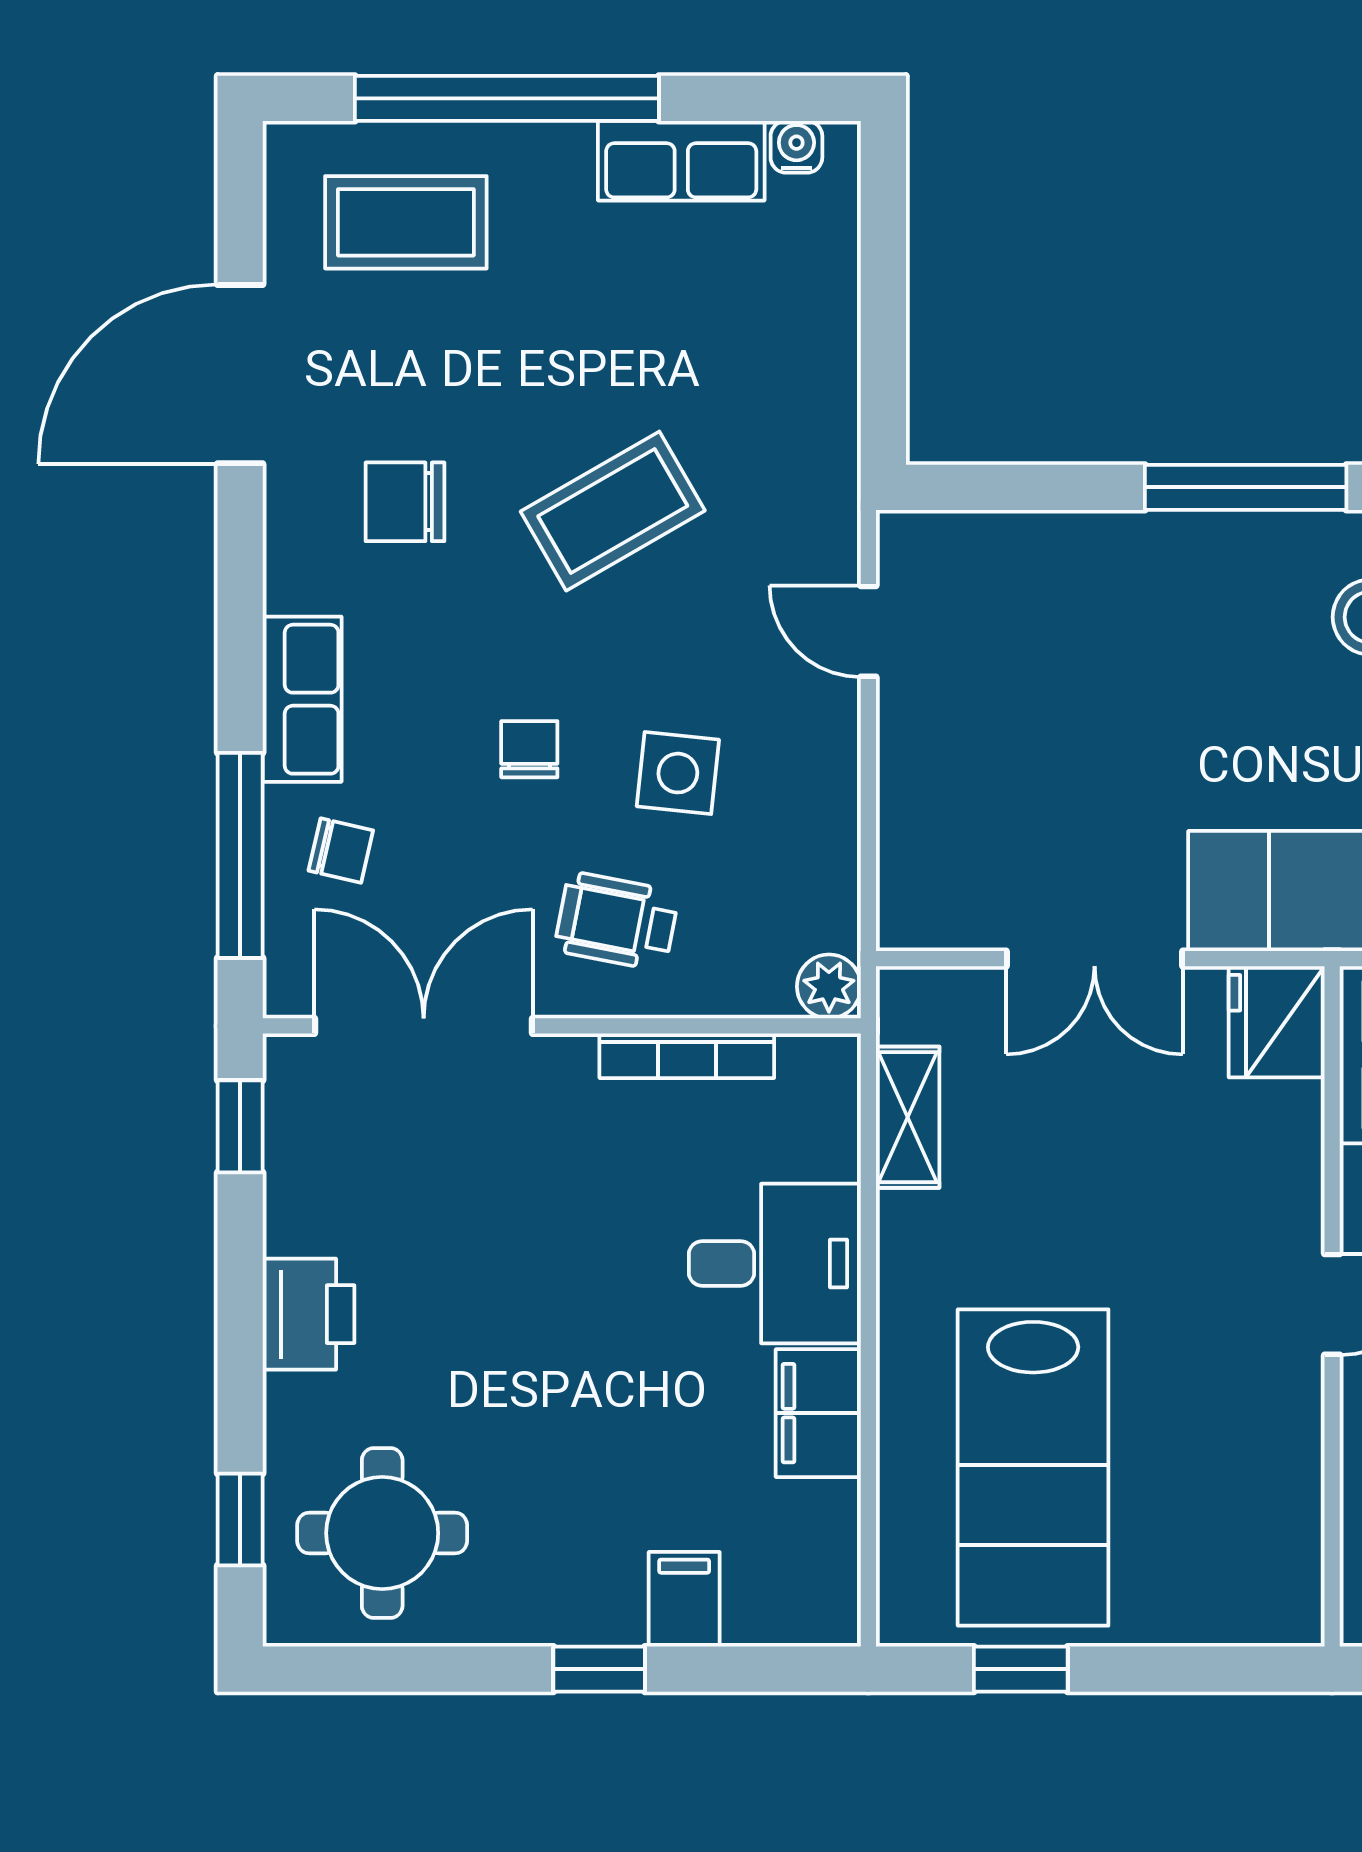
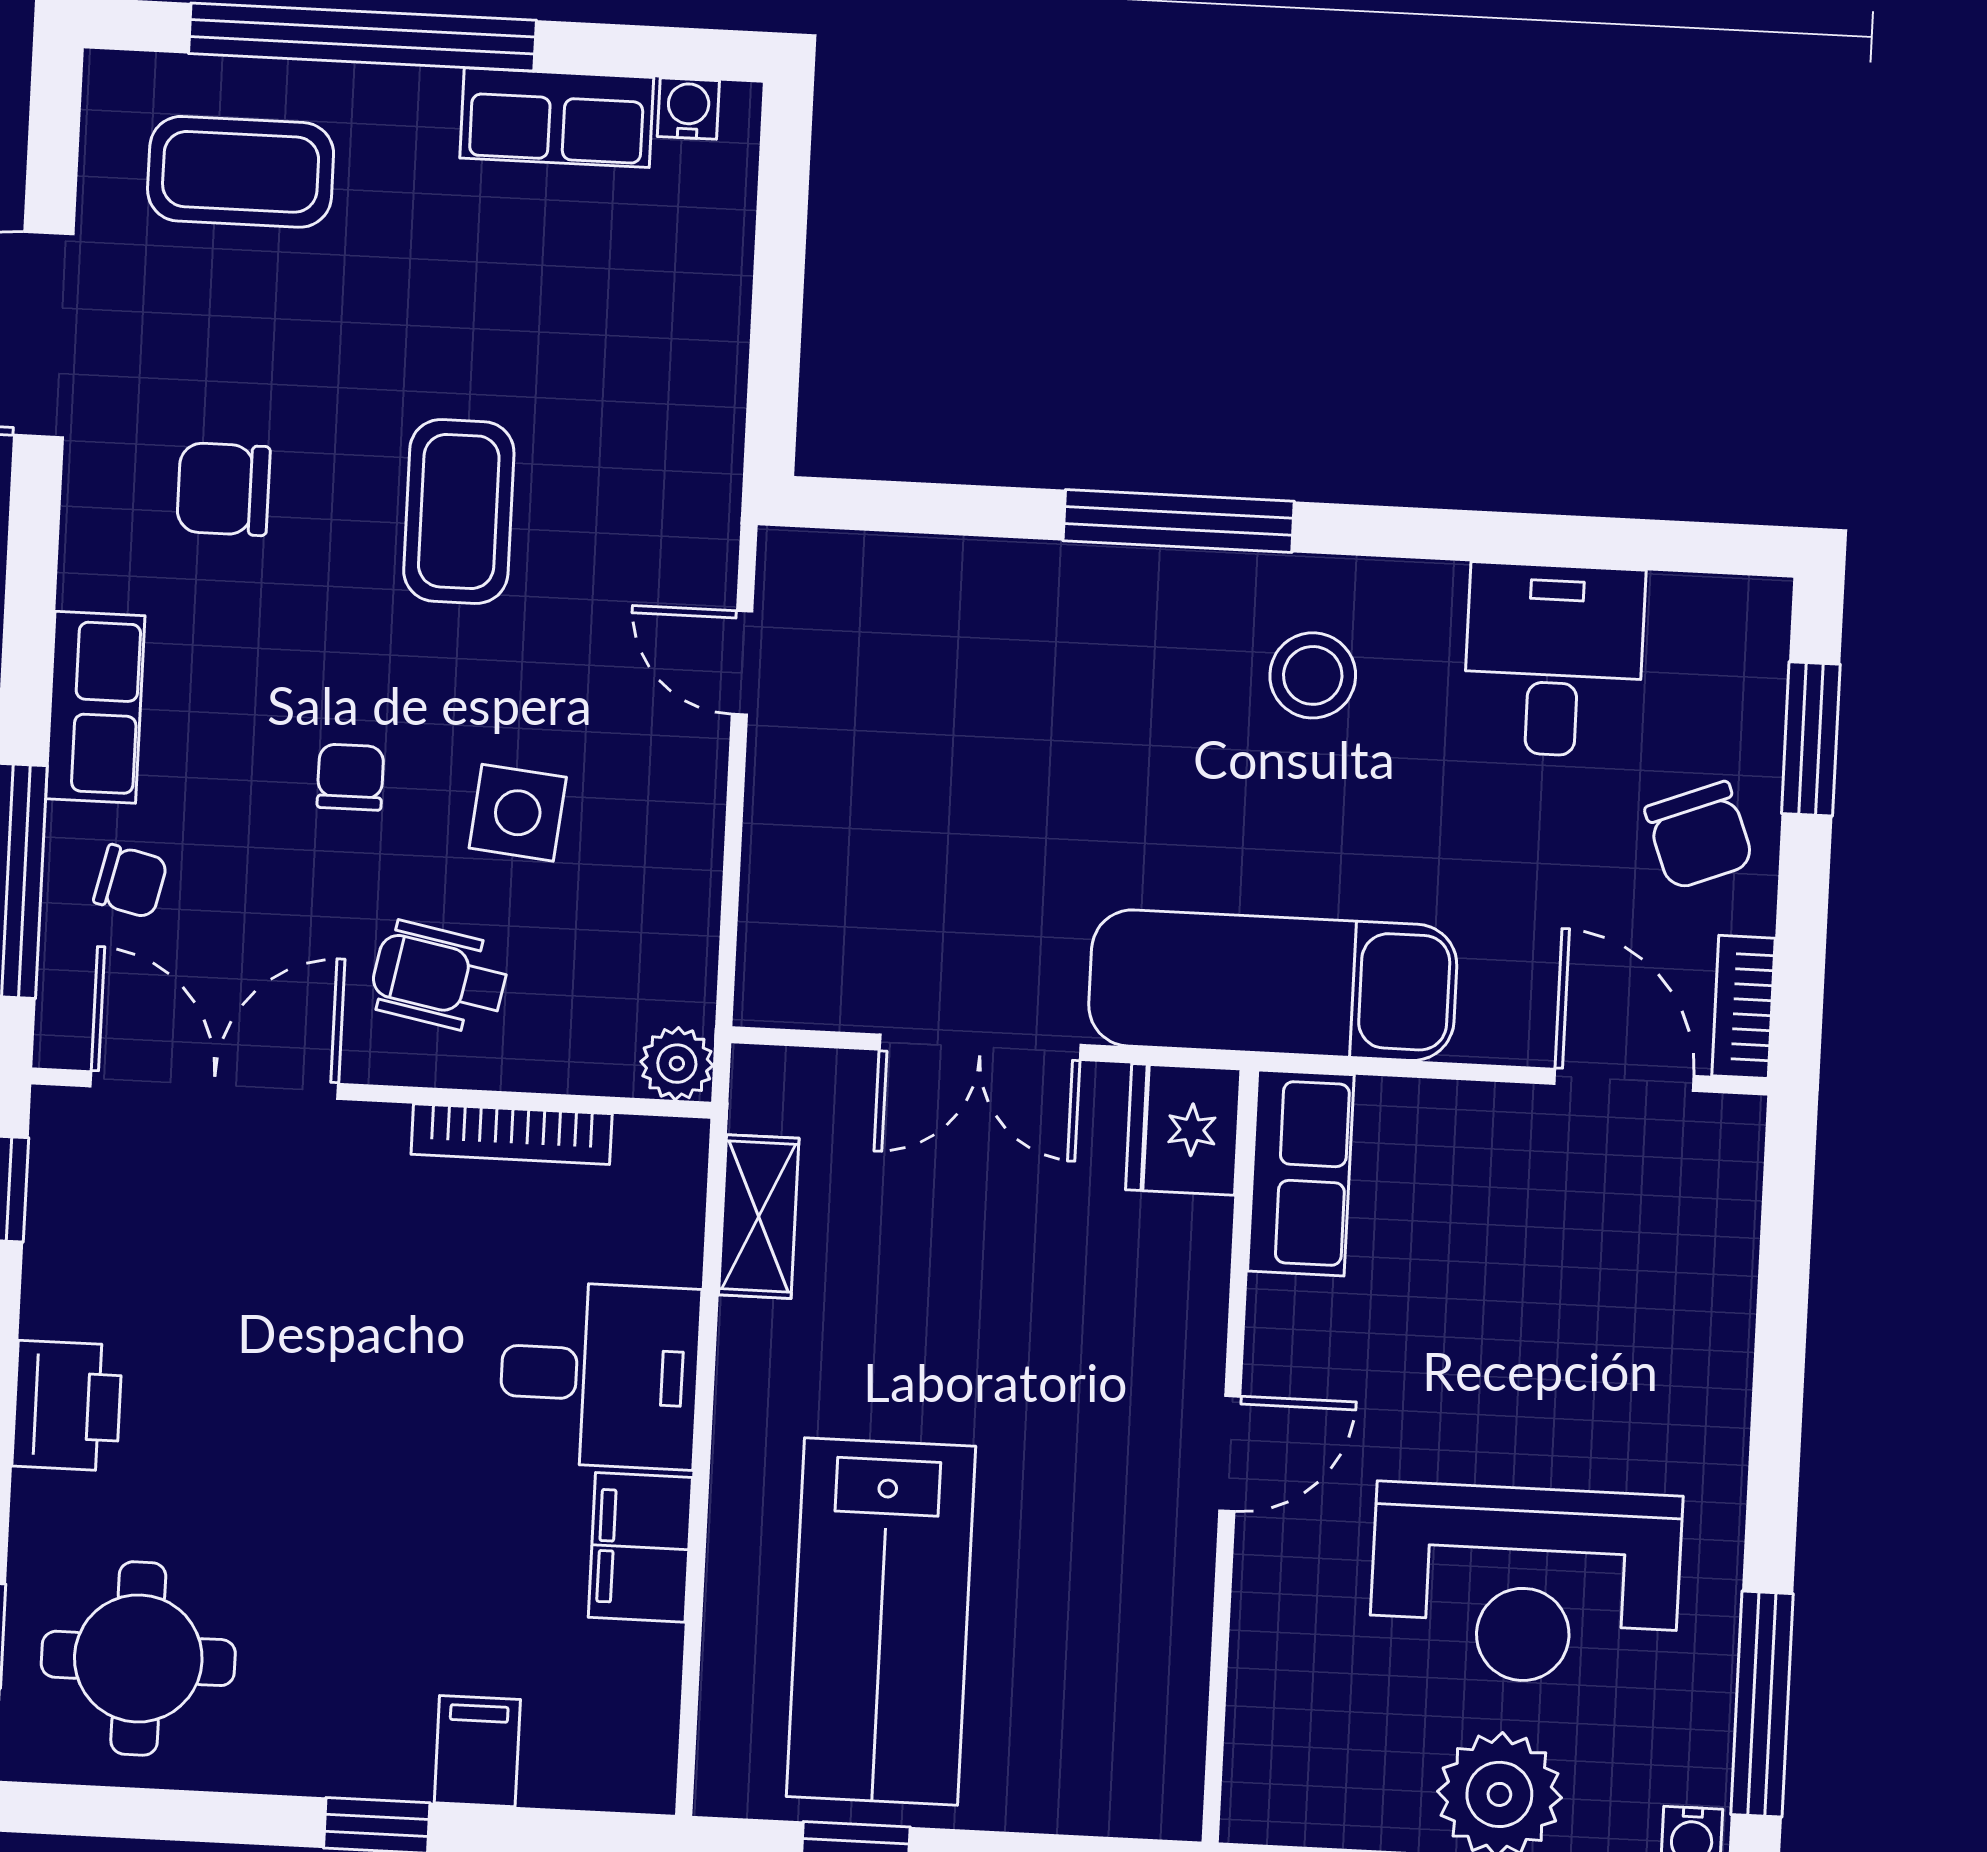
coffee table: (613, 511) -> (459, 511), turned -60

